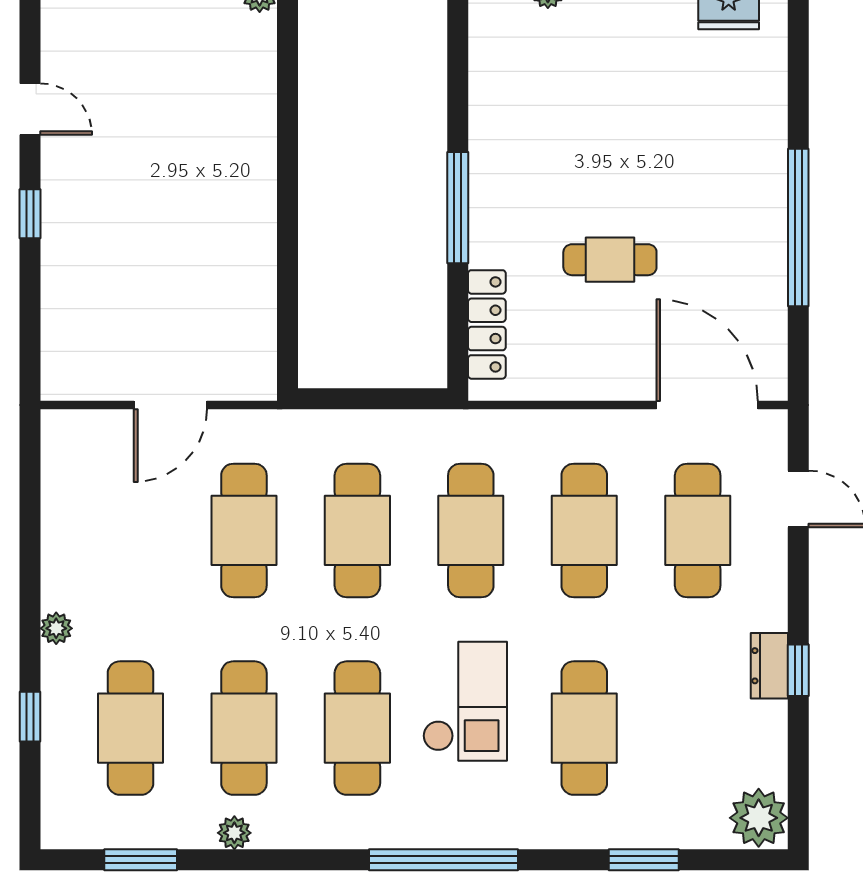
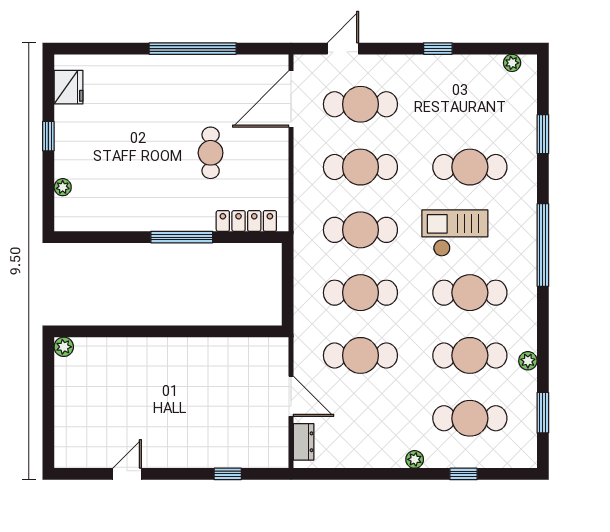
window: (30, 214) -> (228, 474), moved
dresser: (769, 666) -> (304, 442), moved, turned -90
plant: (759, 818) -> (512, 63), width x0.53, depth x0.53

